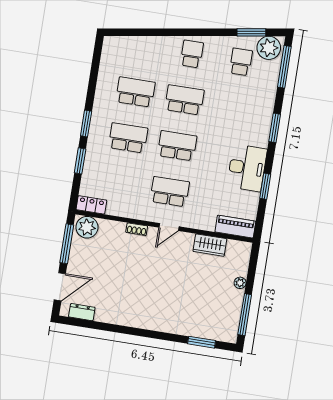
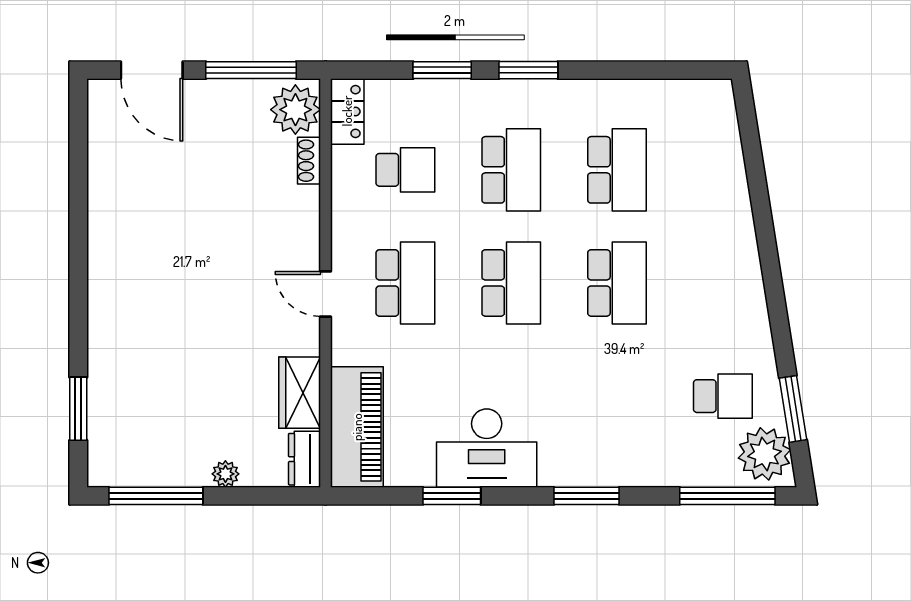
school desk: (192, 54) -> (405, 170), moved
piano: (235, 227) -> (357, 427), width x1.37, depth x1.33
shoe rack: (137, 229) -> (309, 161), moved
dresser: (82, 312) -> (305, 459), moved, turned 180

